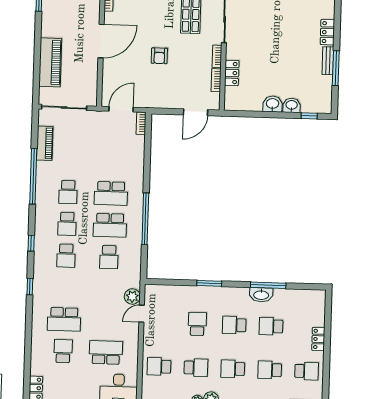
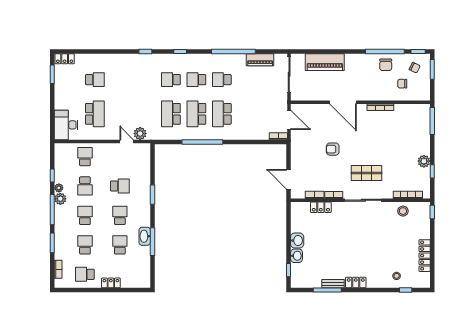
school desk: (109, 257) -> (171, 114), width x1.85
school desk: (64, 319) -> (120, 80), removed
school desk: (307, 371) -> (85, 274), turned 90

